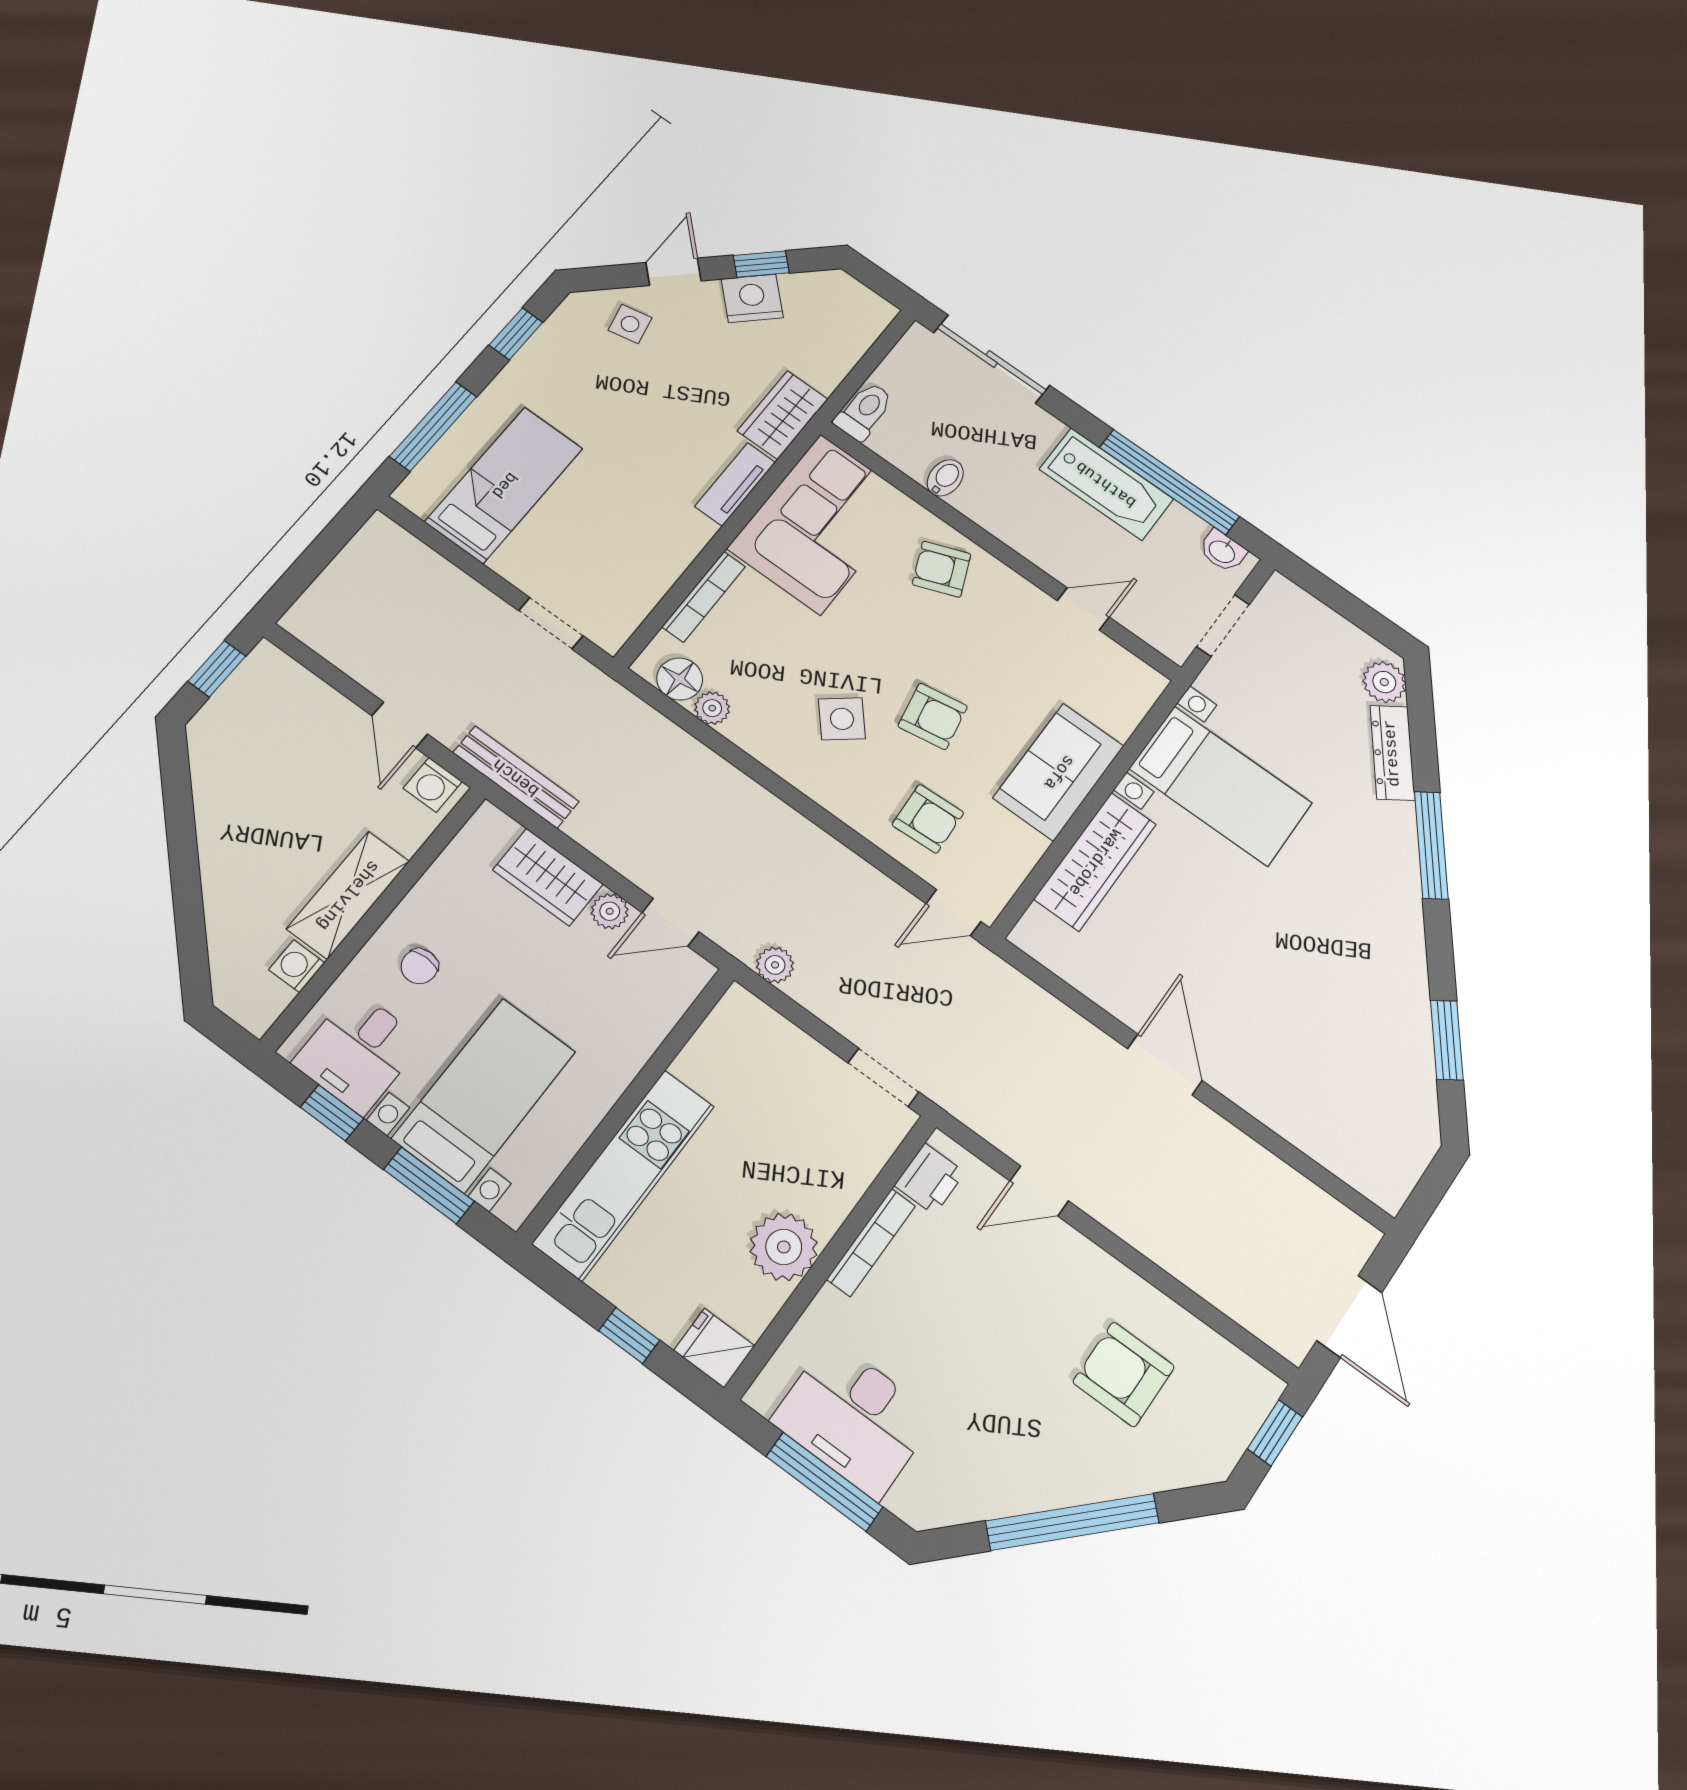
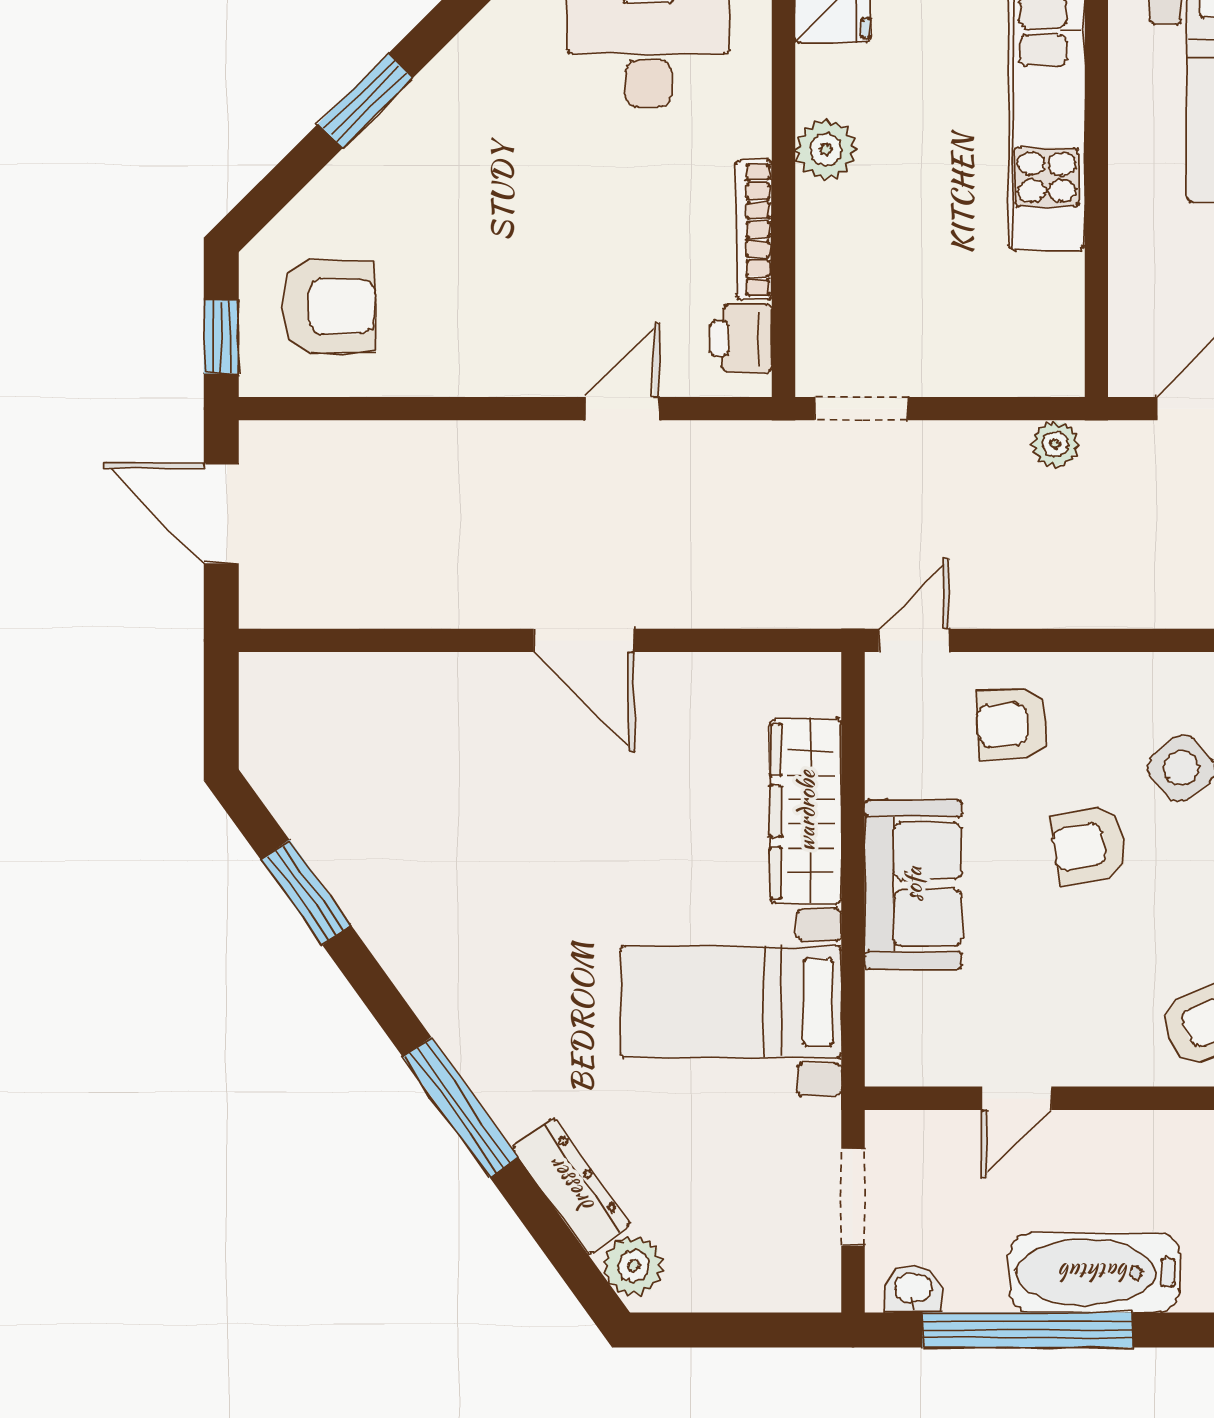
plant: (784, 1247) -> (826, 150), width x0.73, depth x0.73
armchair: (1124, 1374) -> (329, 307), moved
window: (1073, 1522) -> (365, 101), width x0.47

